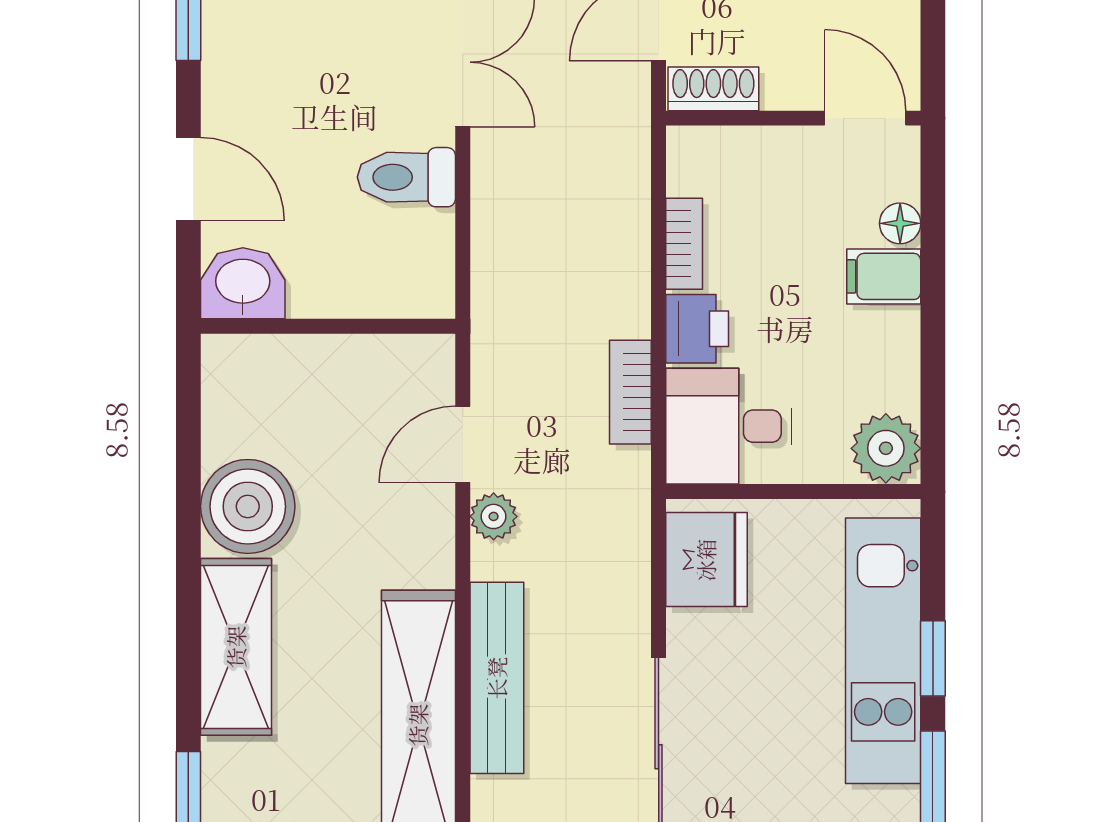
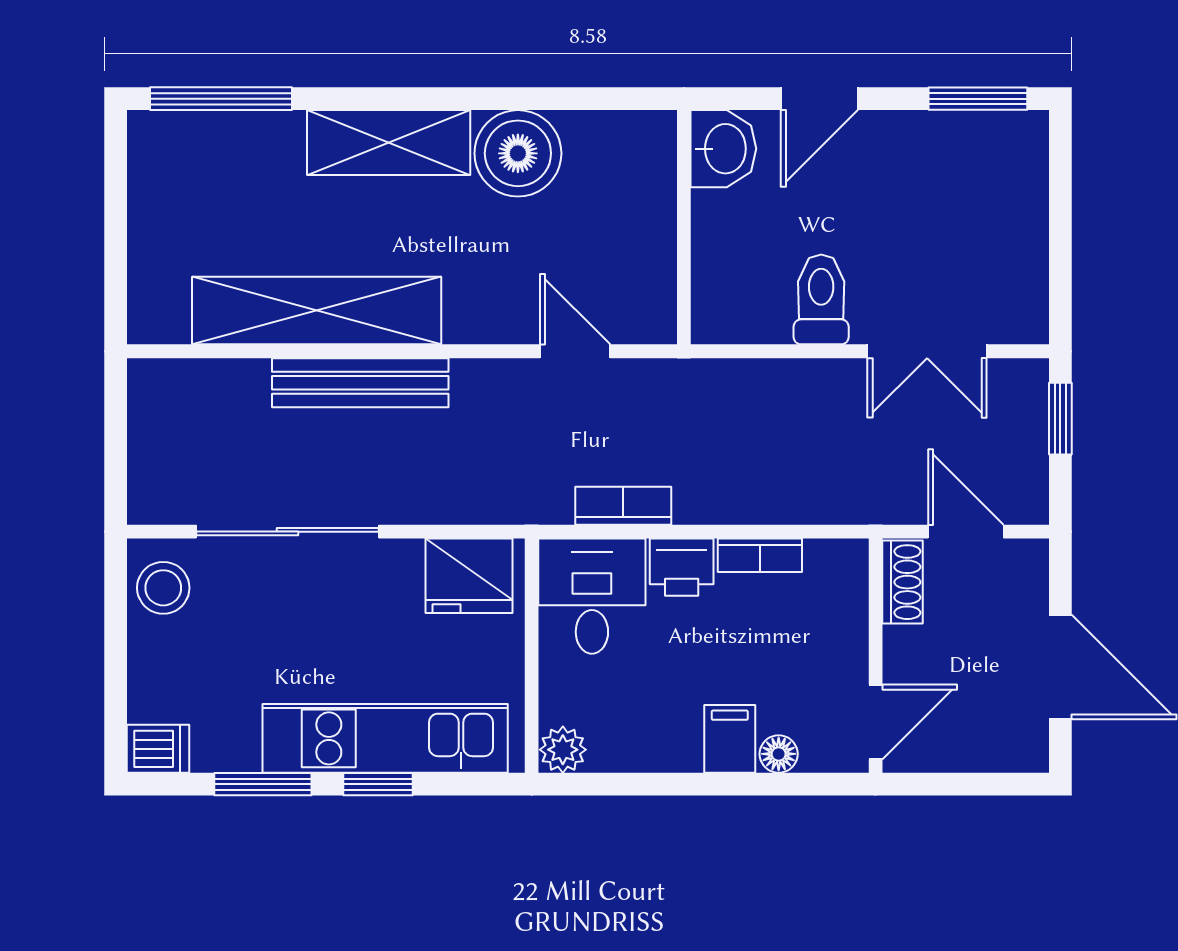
plant: (886, 448) -> (563, 750), width x0.73, depth x0.73
plant: (494, 516) -> (509, 380), removed

